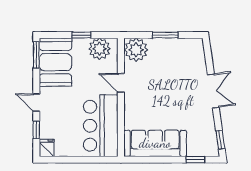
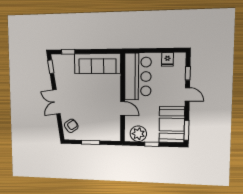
plant: (136, 50) -> (112, 132), removed
armchair: (193, 58) -> (71, 126), added
fridge: (47, 148) -> (167, 59), moved

